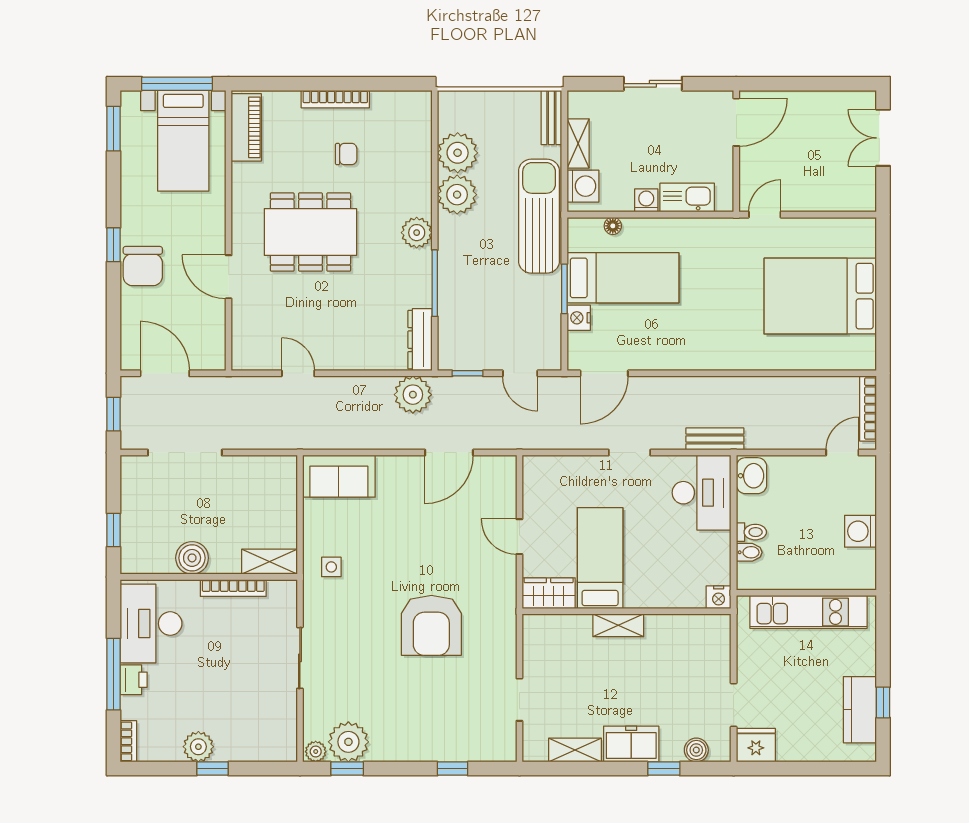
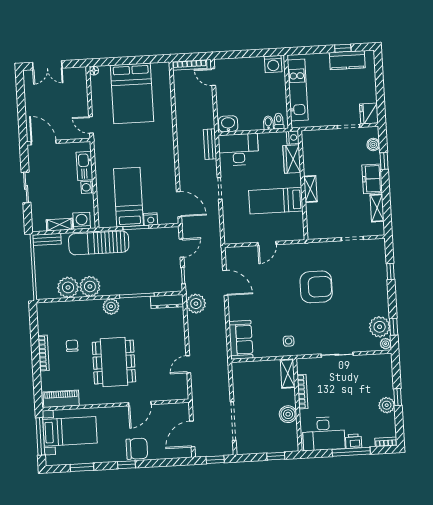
window: (114, 129) -> (82, 467), moved
floor lamp: (613, 226) -> (94, 71), moved
washing machine: (860, 531) -> (273, 64), moved
toilet: (751, 532) -> (279, 121), moved
wardrobe: (549, 593) -> (292, 159), moved

